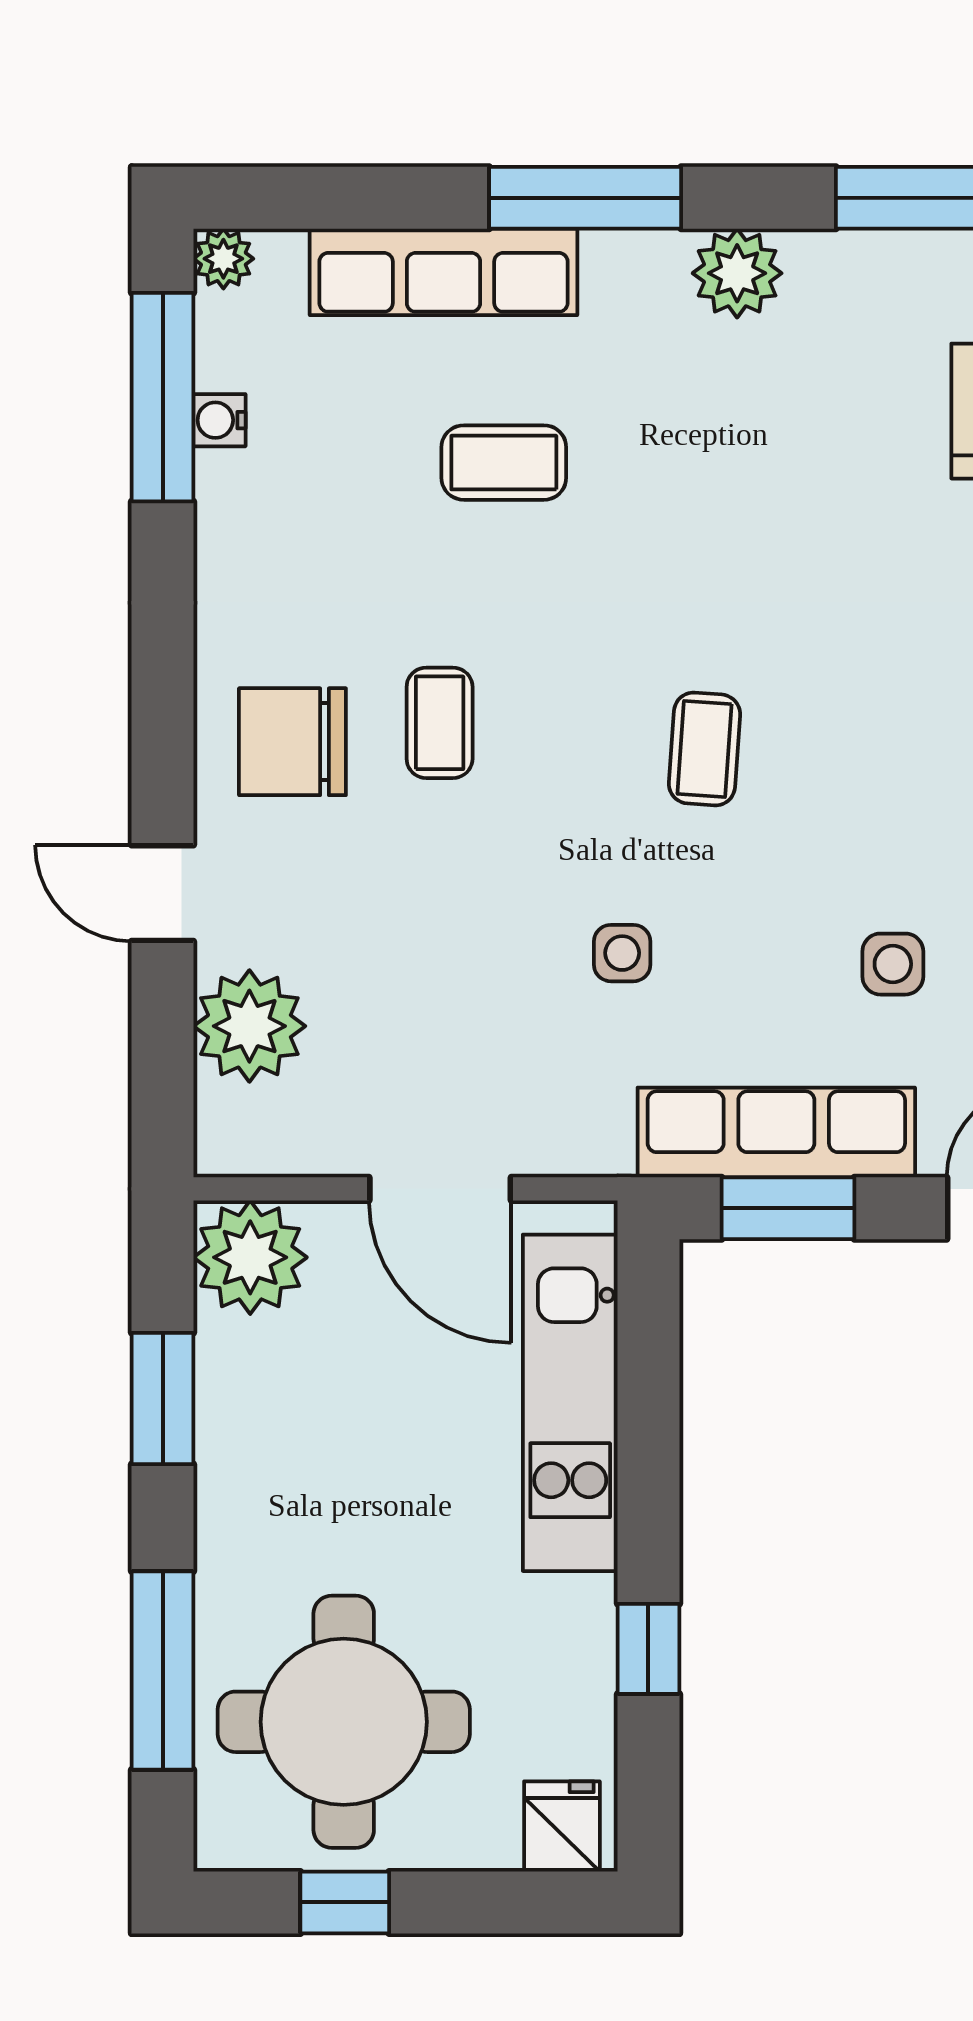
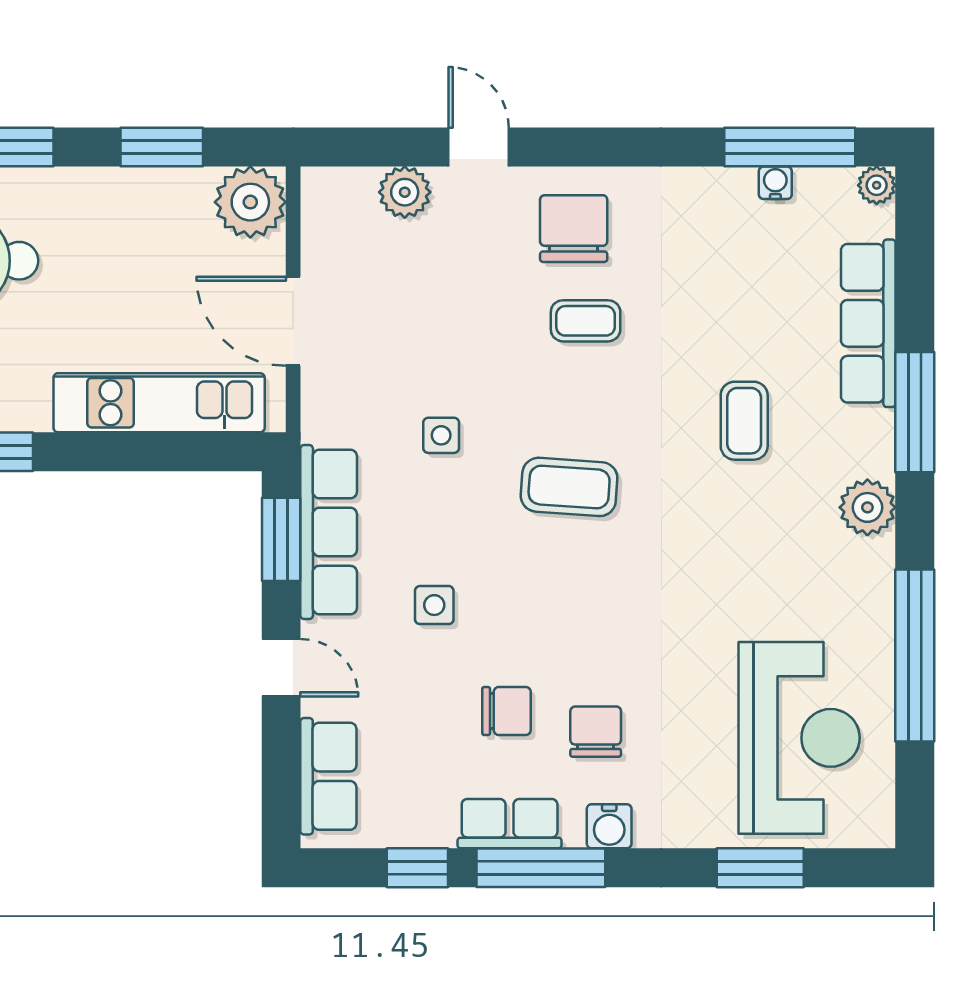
coffee table: (504, 463) -> (744, 421), moved
coffee table: (705, 749) -> (569, 487), width x1.36, depth x1.30
door: (163, 893) -> (479, 147), hinge flipped
plant: (249, 1026) -> (405, 192), width x0.73, depth x0.73
door: (440, 1189) -> (293, 321), hinge flipped

